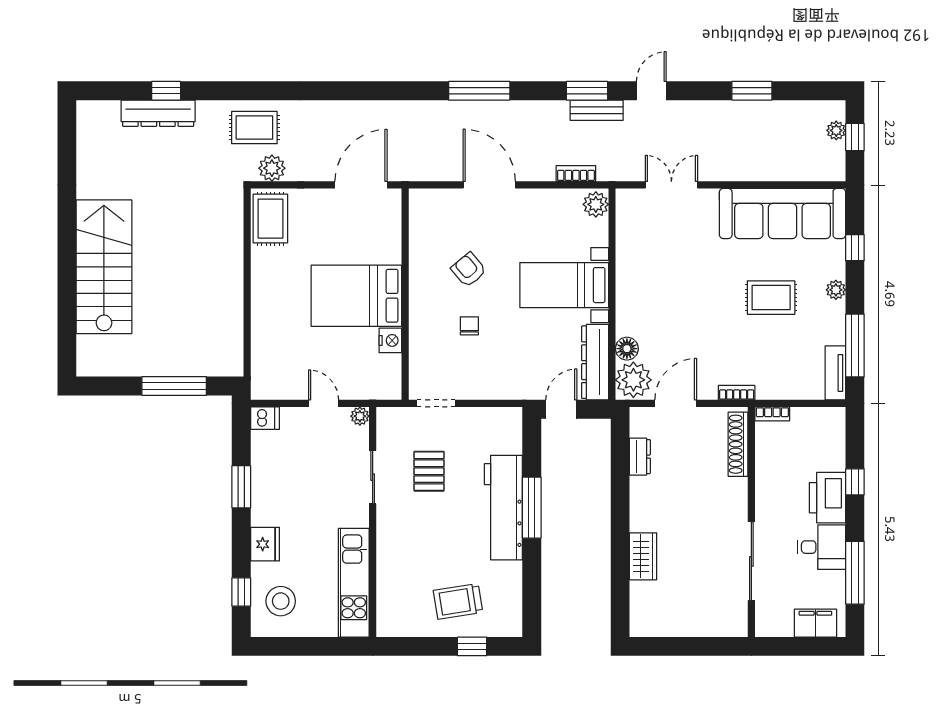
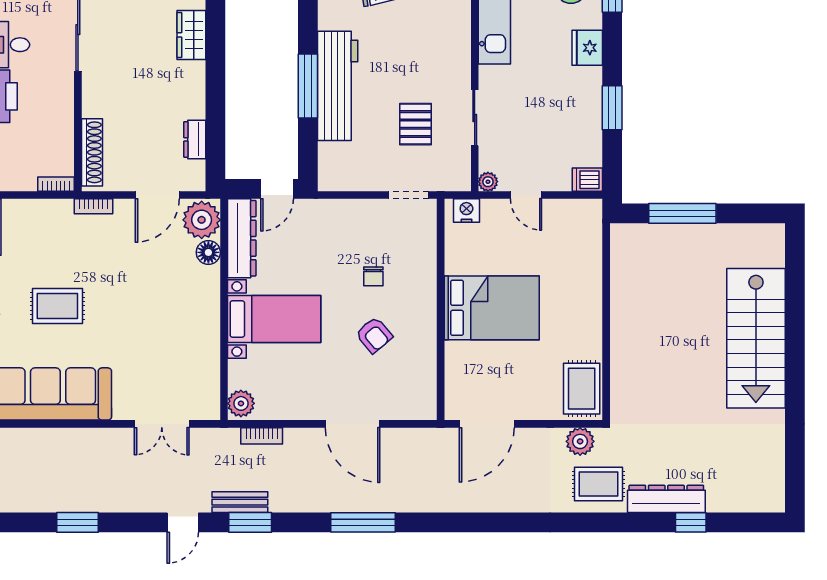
dresser: (158, 113) -> (666, 499), moved
nightstand: (390, 340) -> (466, 210), moved, turned 90

